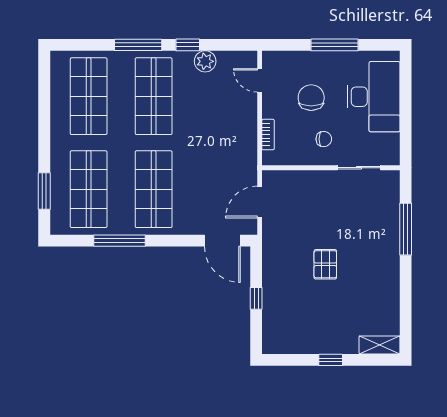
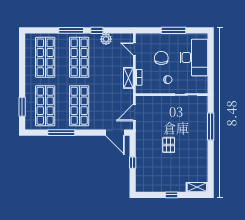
shelving: (248, 136) -> (128, 78), added

